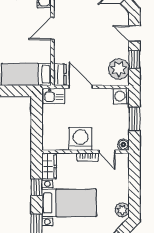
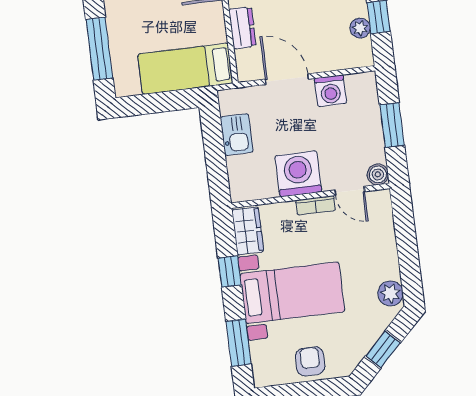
plant: (119, 69) -> (360, 28), width x0.53, depth x0.53
dresser: (60, 75) -> (242, 28), moved
kitchen sink: (54, 96) -> (237, 134), moved, turned -90
washing machine: (121, 96) -> (330, 91), moved, turned -90

